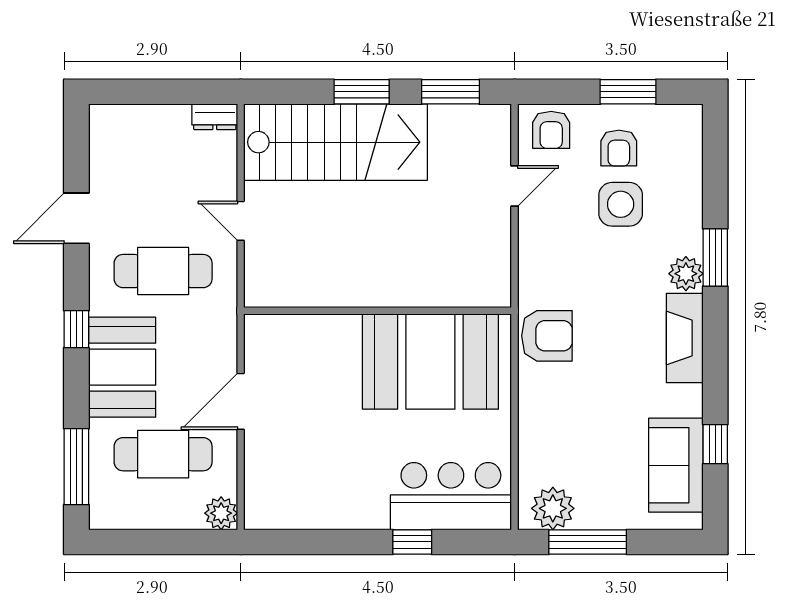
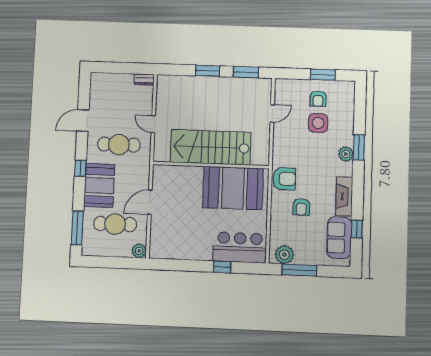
armchair: (551, 130) -> (301, 207), moved
stairs: (336, 142) -> (211, 147), moved, turned 180
fireplace: (685, 338) -> (344, 196), moved

